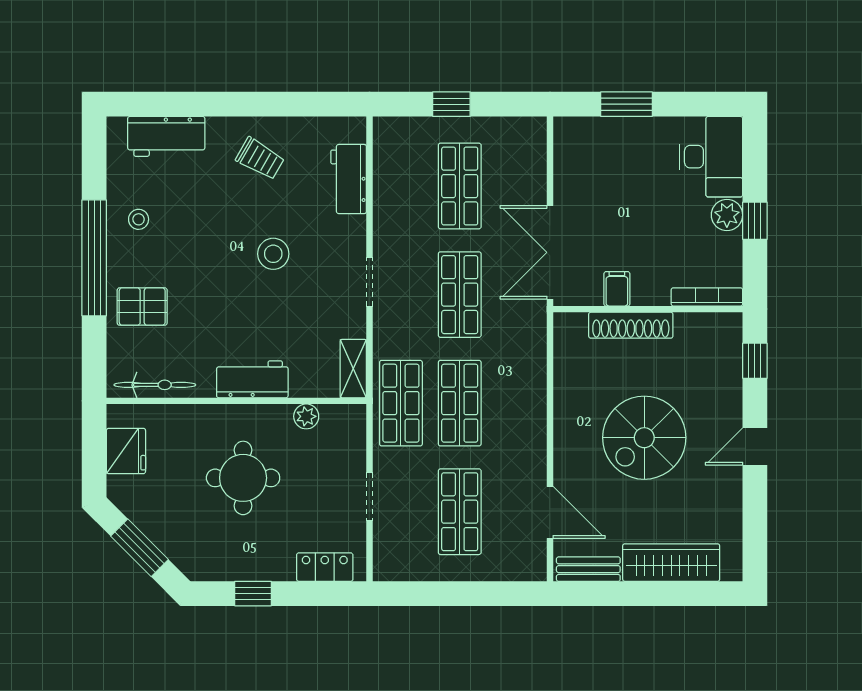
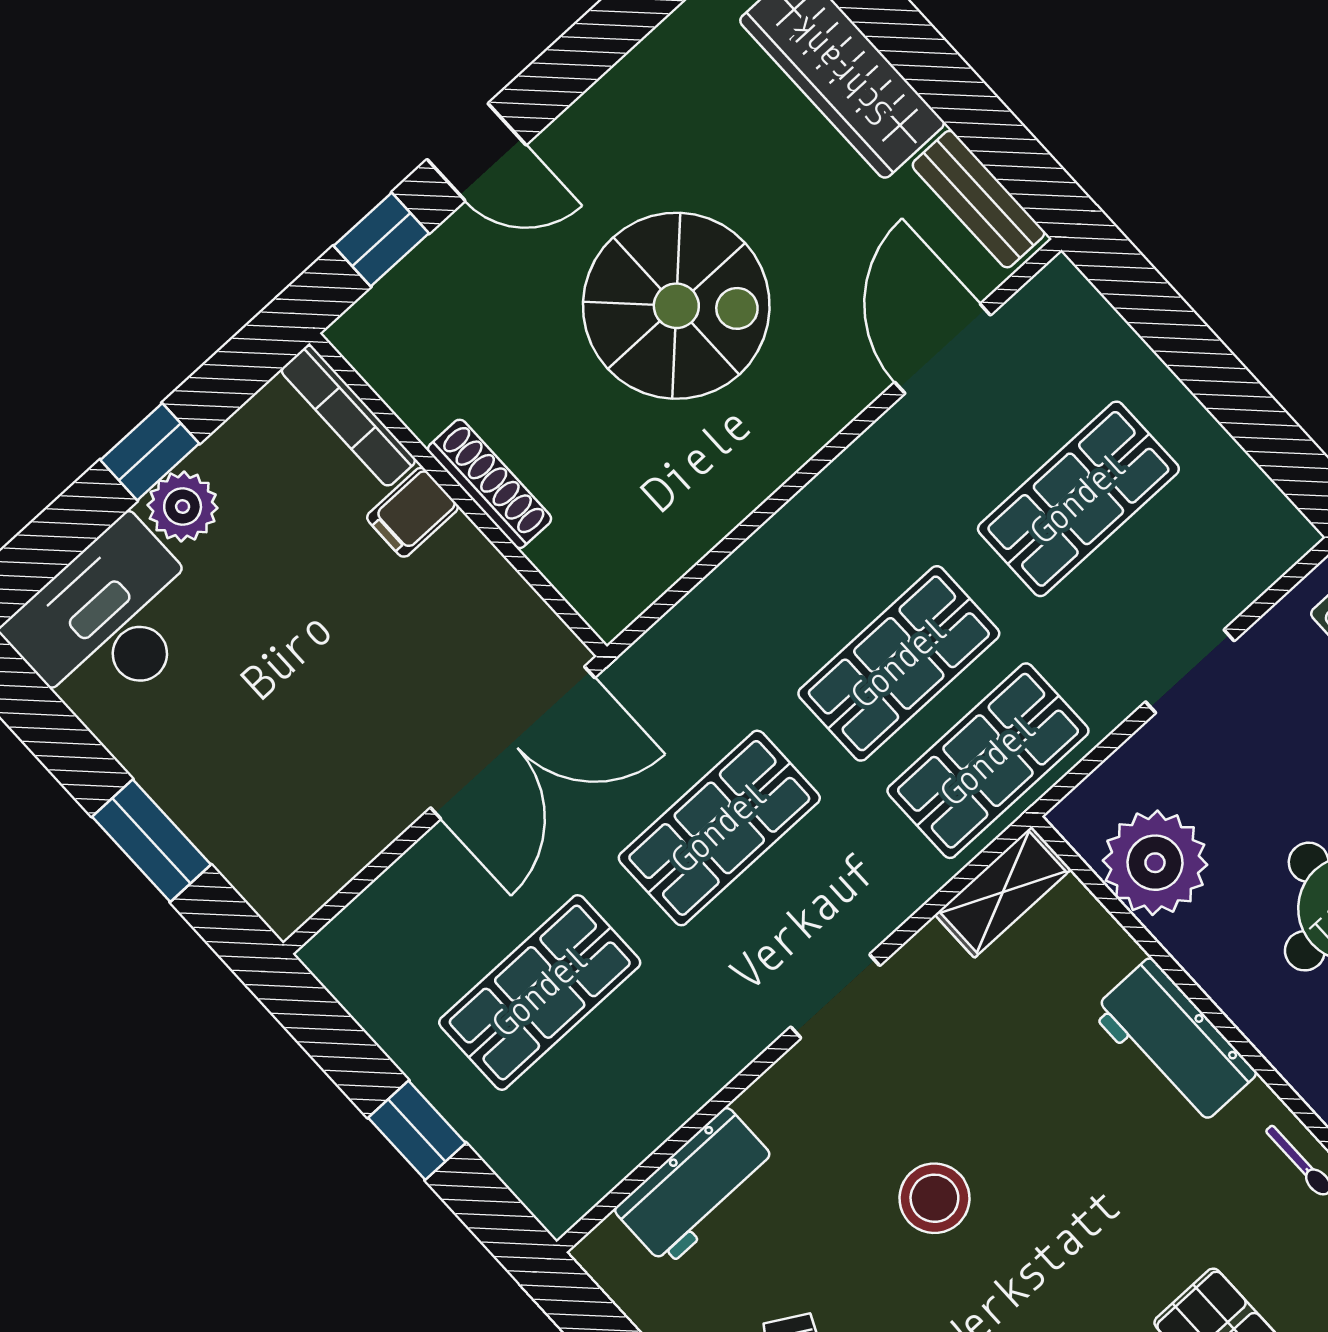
filing cabinet: (617, 289) -> (412, 512), moved
shoe rack: (631, 325) -> (490, 484), width x0.74, depth x0.81
plant: (306, 416) -> (1155, 863), width x1.88, depth x1.88
door: (755, 446) -> (477, 152), moved

